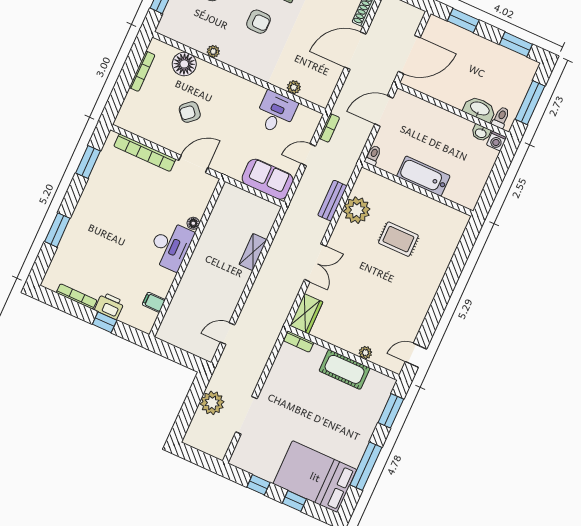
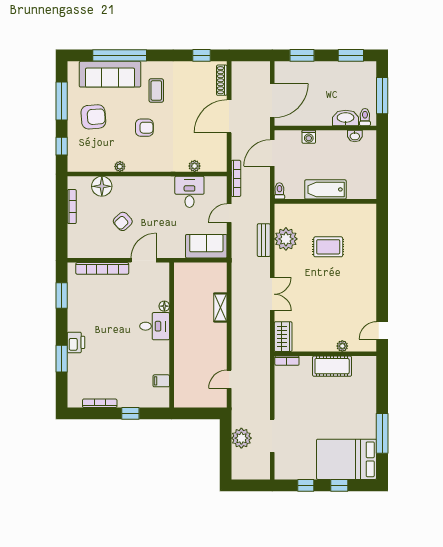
bookcase: (329, 128) -> (236, 178), width x1.56
washing machine: (497, 141) -> (309, 137), moved
desk: (171, 246) -> (155, 326), width x0.73
printer: (109, 306) -> (76, 342), moved, turned 90
window: (391, 411) -> (382, 382), removed

